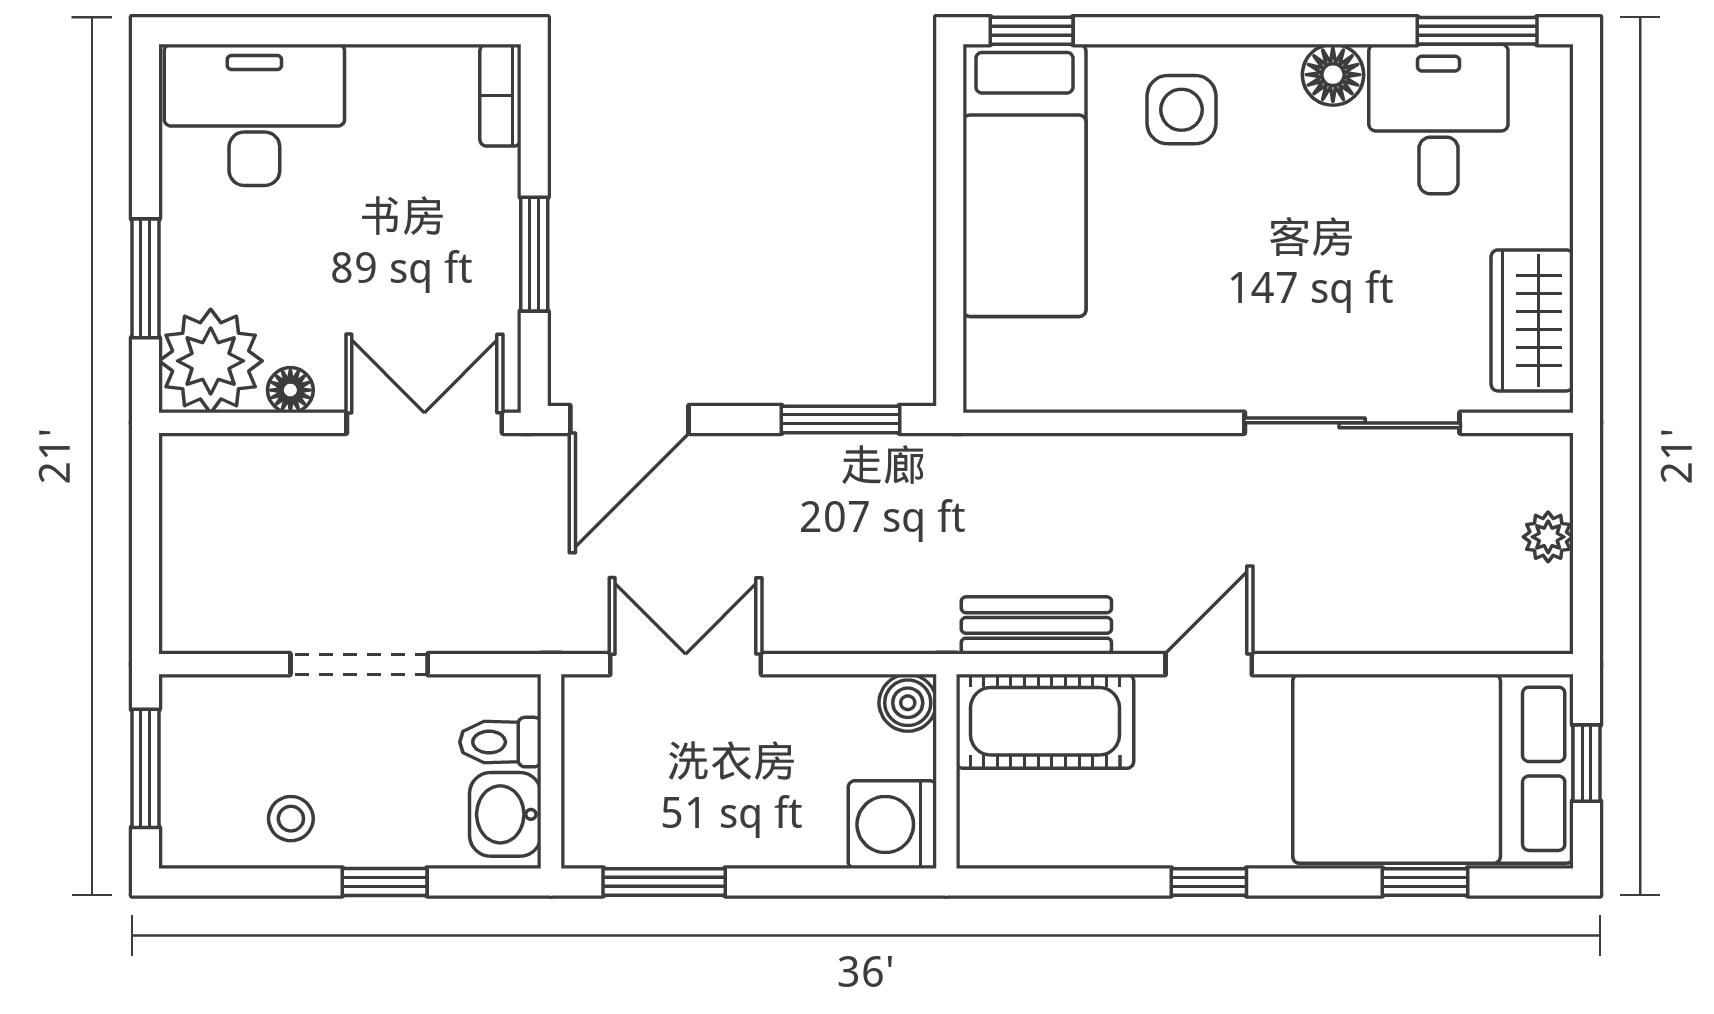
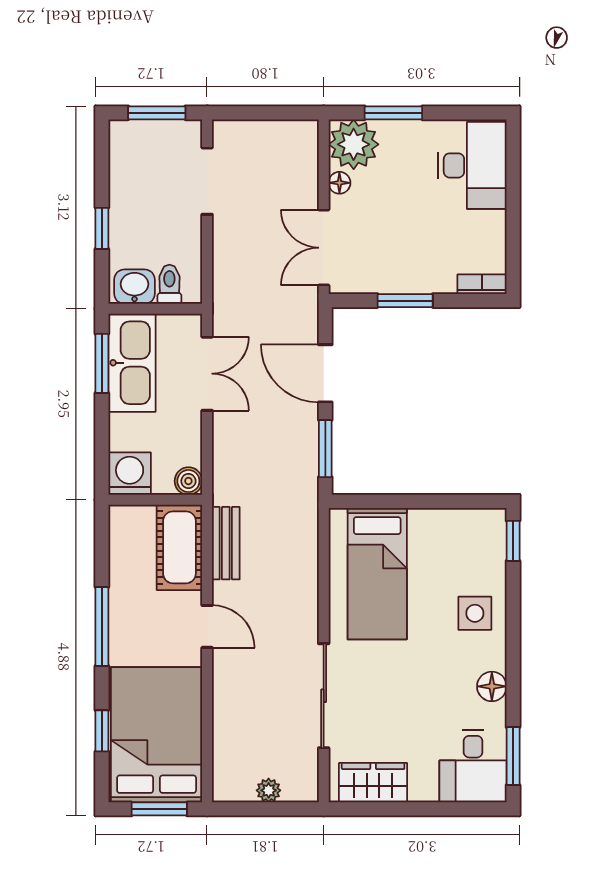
desk: (1438, 119) -> (473, 766), moved, turned 90
bed: (1024, 180) -> (377, 574), moved, turned -90
door: (629, 419) -> (325, 373), moved
double door: (424, 423) -> (324, 248), swing flipped
doorway: (359, 664) -> (207, 181), moved
window: (1587, 763) -> (159, 809), width x1.50
stool: (291, 819) -> (132, 183), removed
kitchen sink: (663, 820) -> (132, 363), added
window: (1209, 882) -> (102, 626), width x2.17

